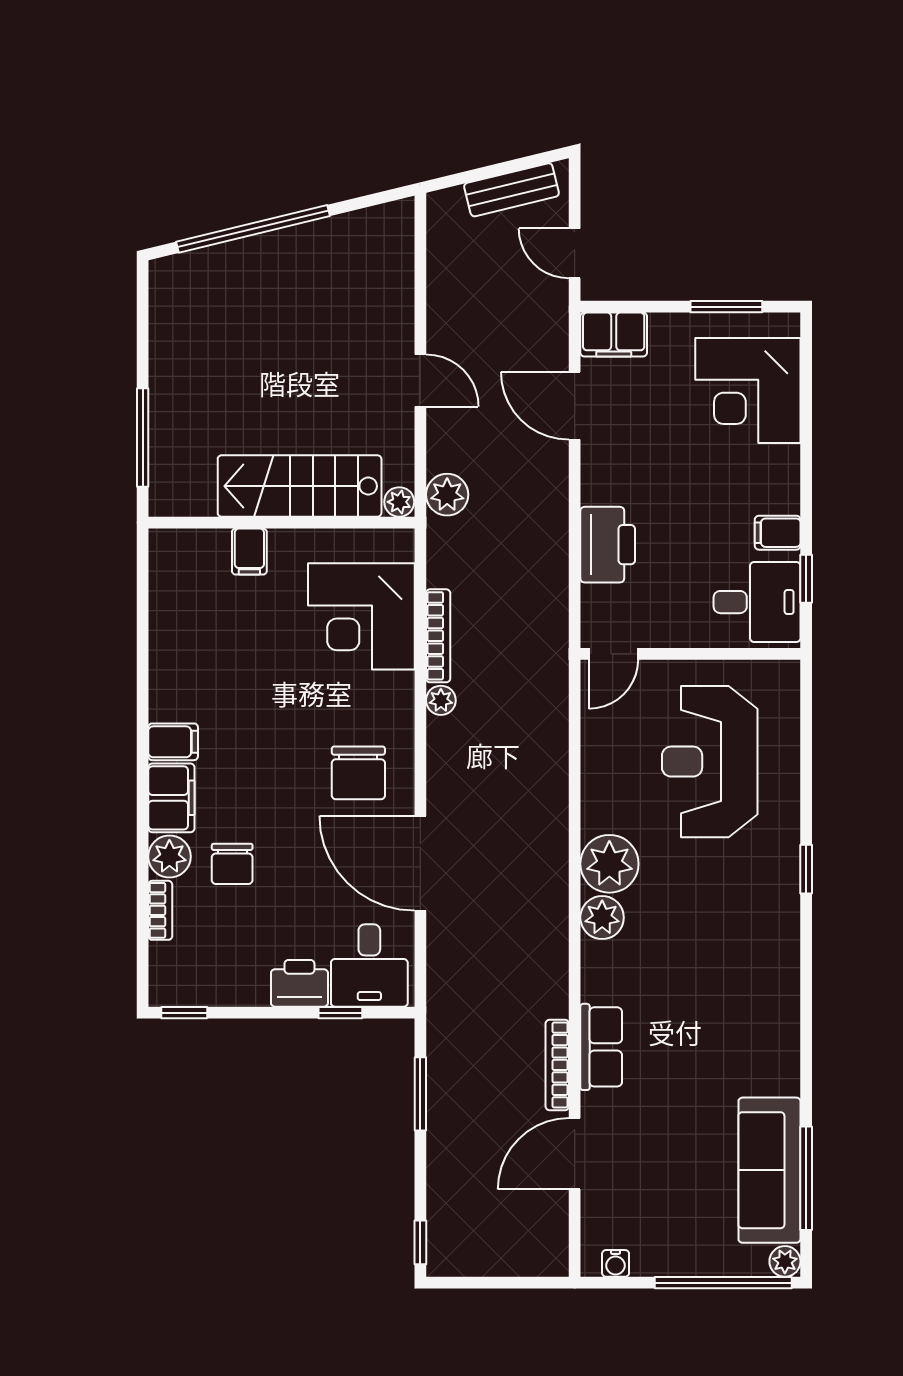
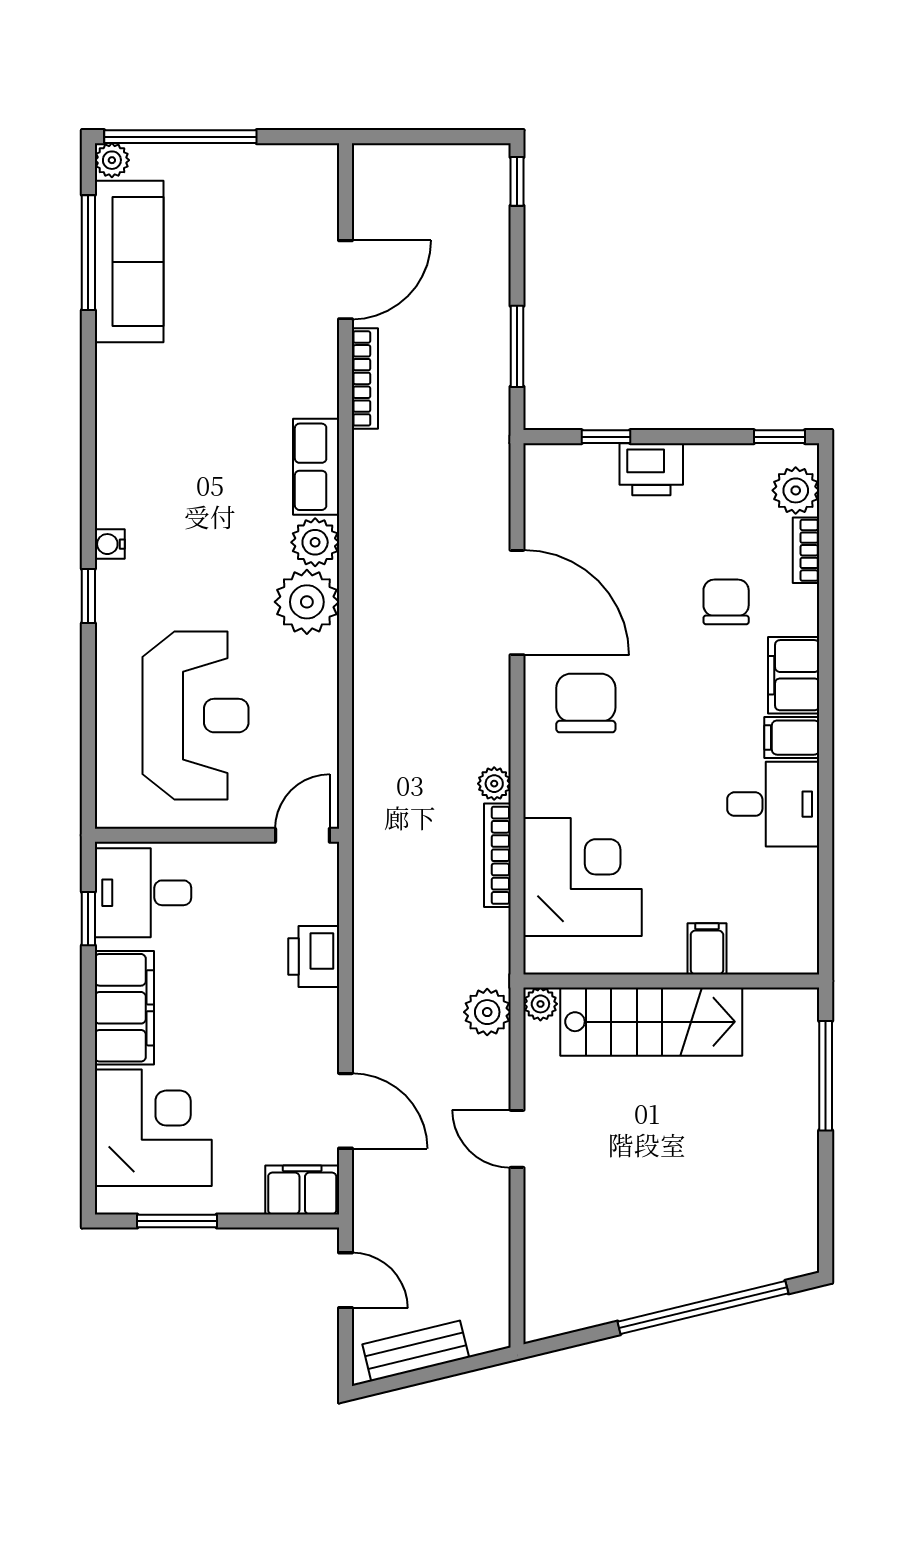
filing cabinet: (778, 533) -> (124, 1008), width x3.00, depth x1.17
printer: (608, 545) -> (314, 957), width x0.73, depth x0.84
plant: (169, 857) -> (796, 490), moved
desk: (369, 965) -> (773, 804), moved, turned 90
row of seats: (601, 1047) -> (316, 467), moved
water cooler: (616, 1263) -> (110, 544), moved, turned -90

